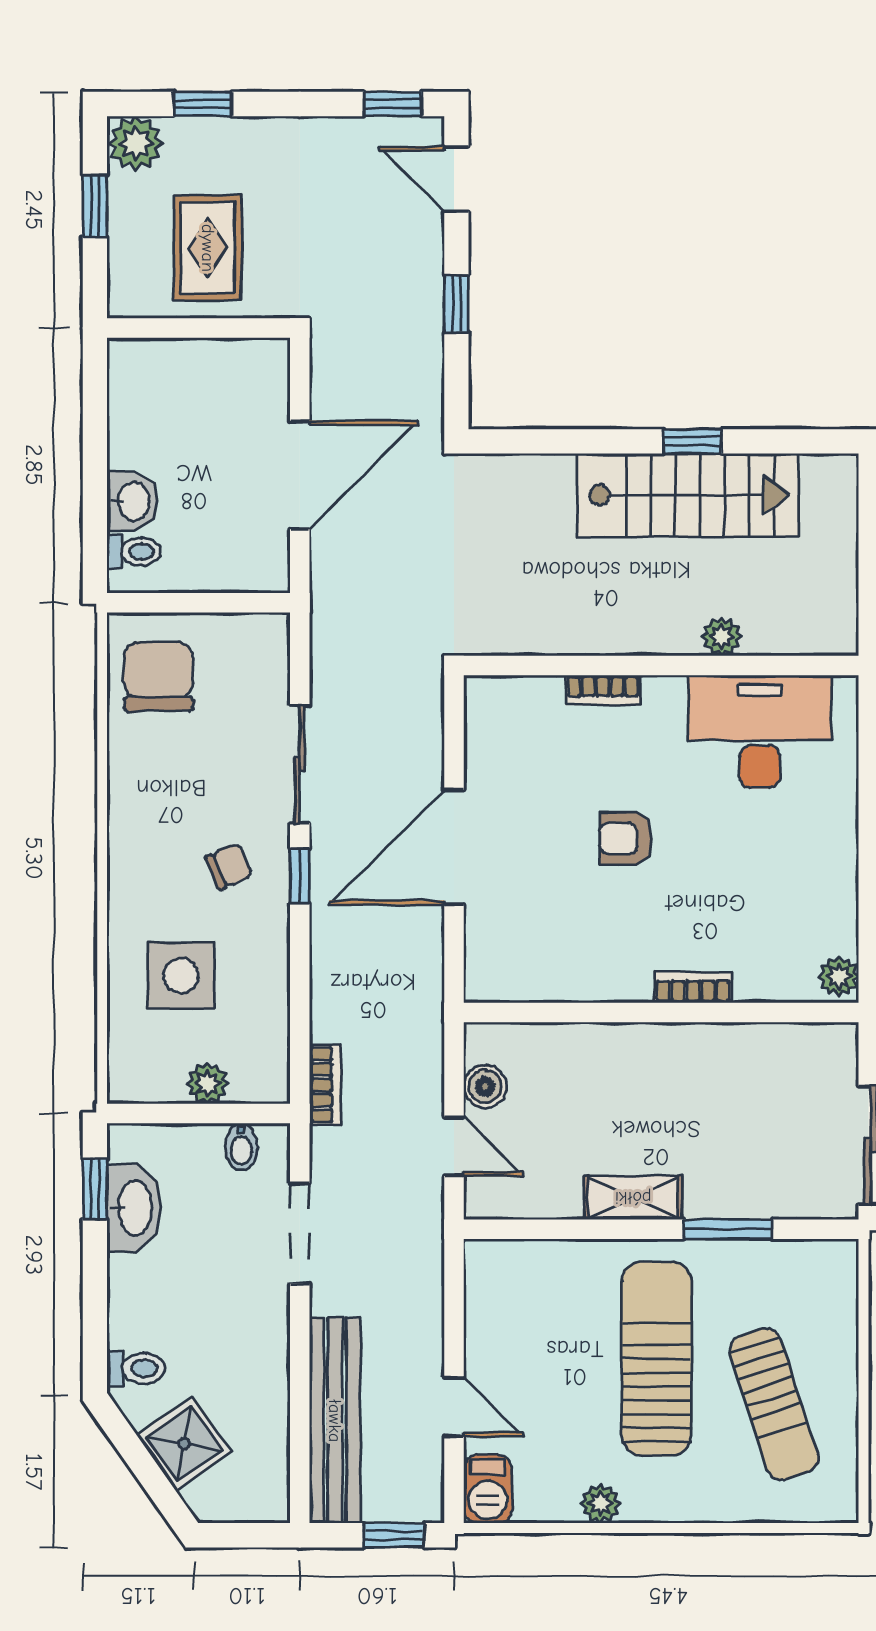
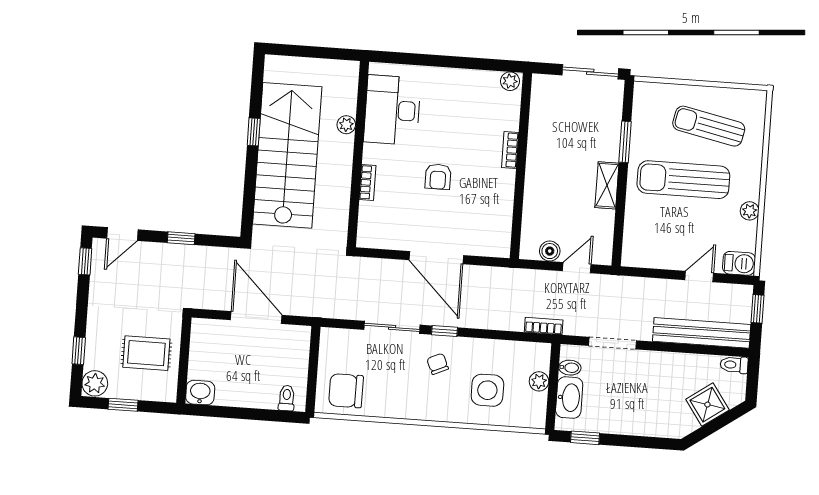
stairs: (688, 495) -> (287, 155), width x1.36, depth x1.51
washbasin: (132, 501) -> (200, 393), moved
washbasin: (134, 1208) -> (569, 398), moved, turned 90
toilet: (136, 1368) -> (734, 365), moved, turned -90
sun lounger: (774, 1404) -> (709, 126), turned -150

